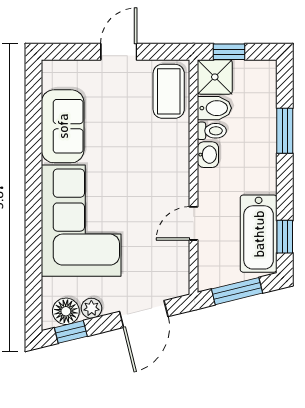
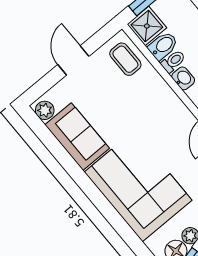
plant: (53, 76) -> (45, 110), added
coffee table: (169, 91) -> (125, 59), width x0.73, depth x0.77

